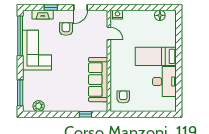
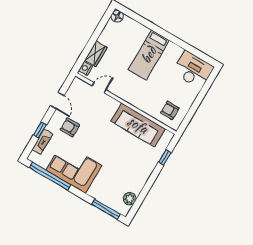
floor lamp: (160, 15) -> (117, 16), moved
wardrobe: (133, 16) -> (96, 54), added
desk: (164, 81) -> (193, 70), moved

